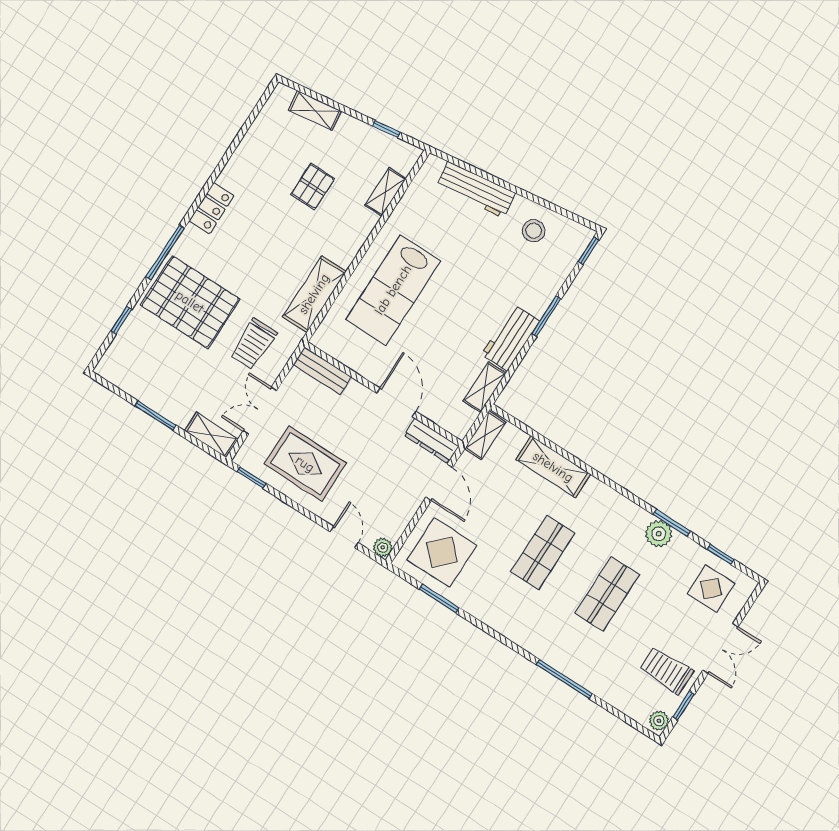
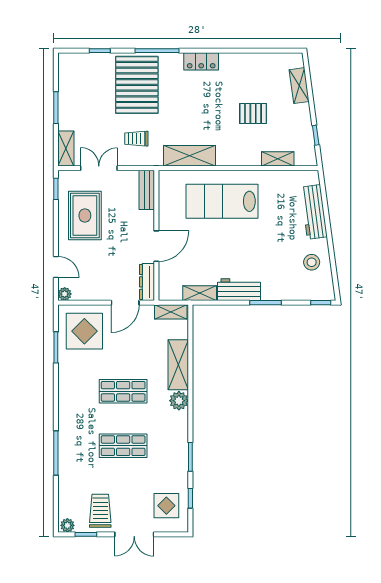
trolley: (253, 344) -> (136, 139), width x0.73, depth x0.72
plant: (659, 534) -> (179, 401), moved
door: (344, 537) -> (56, 267), hinge flipped

